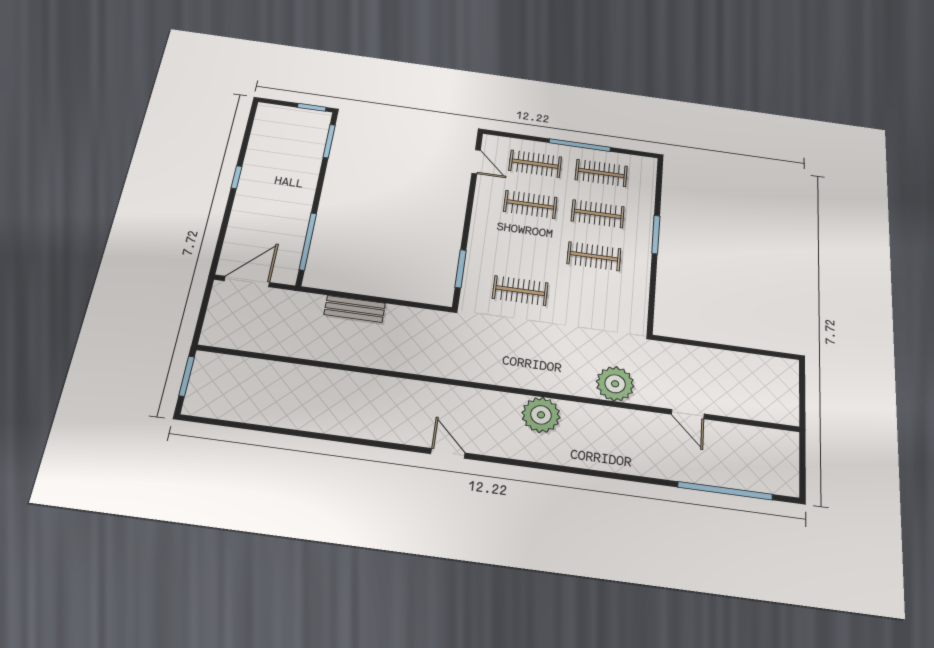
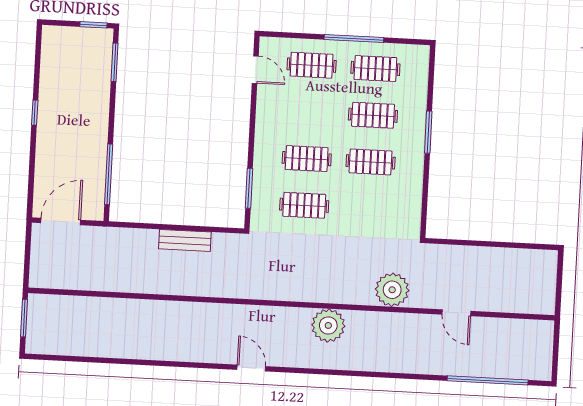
clothes rail: (530, 204) -> (307, 159), moved
bench: (355, 309) -> (185, 240), moved

